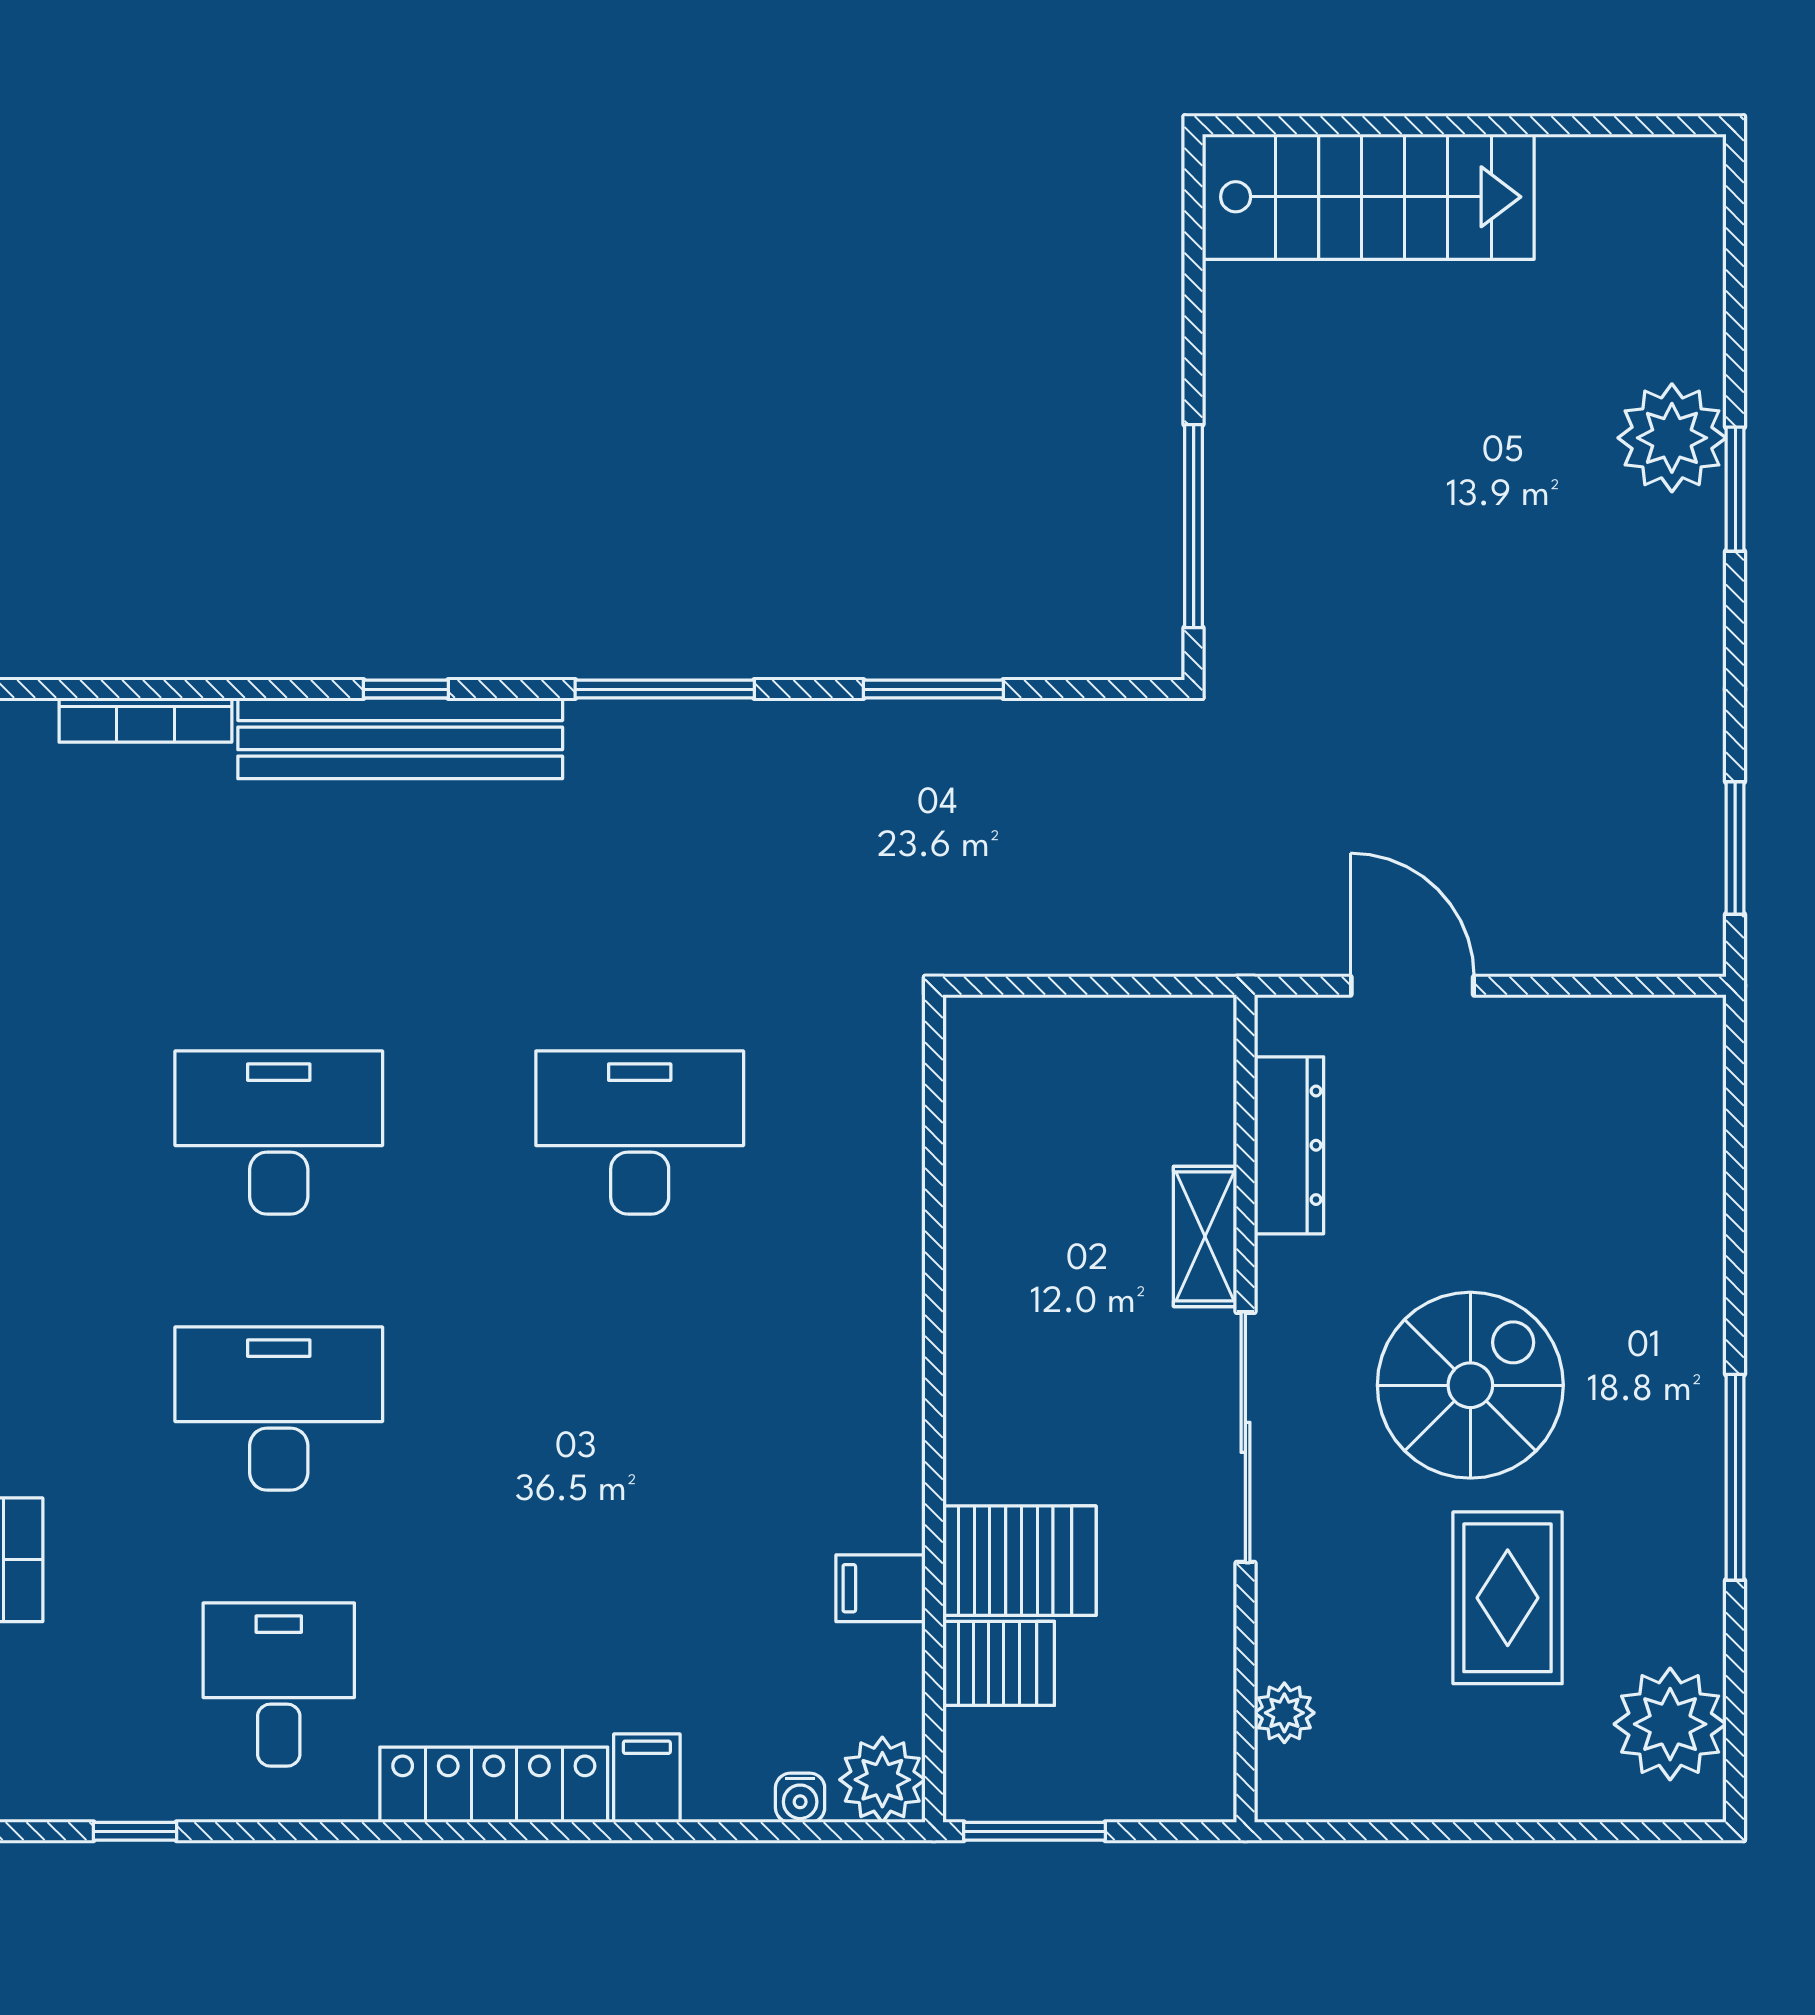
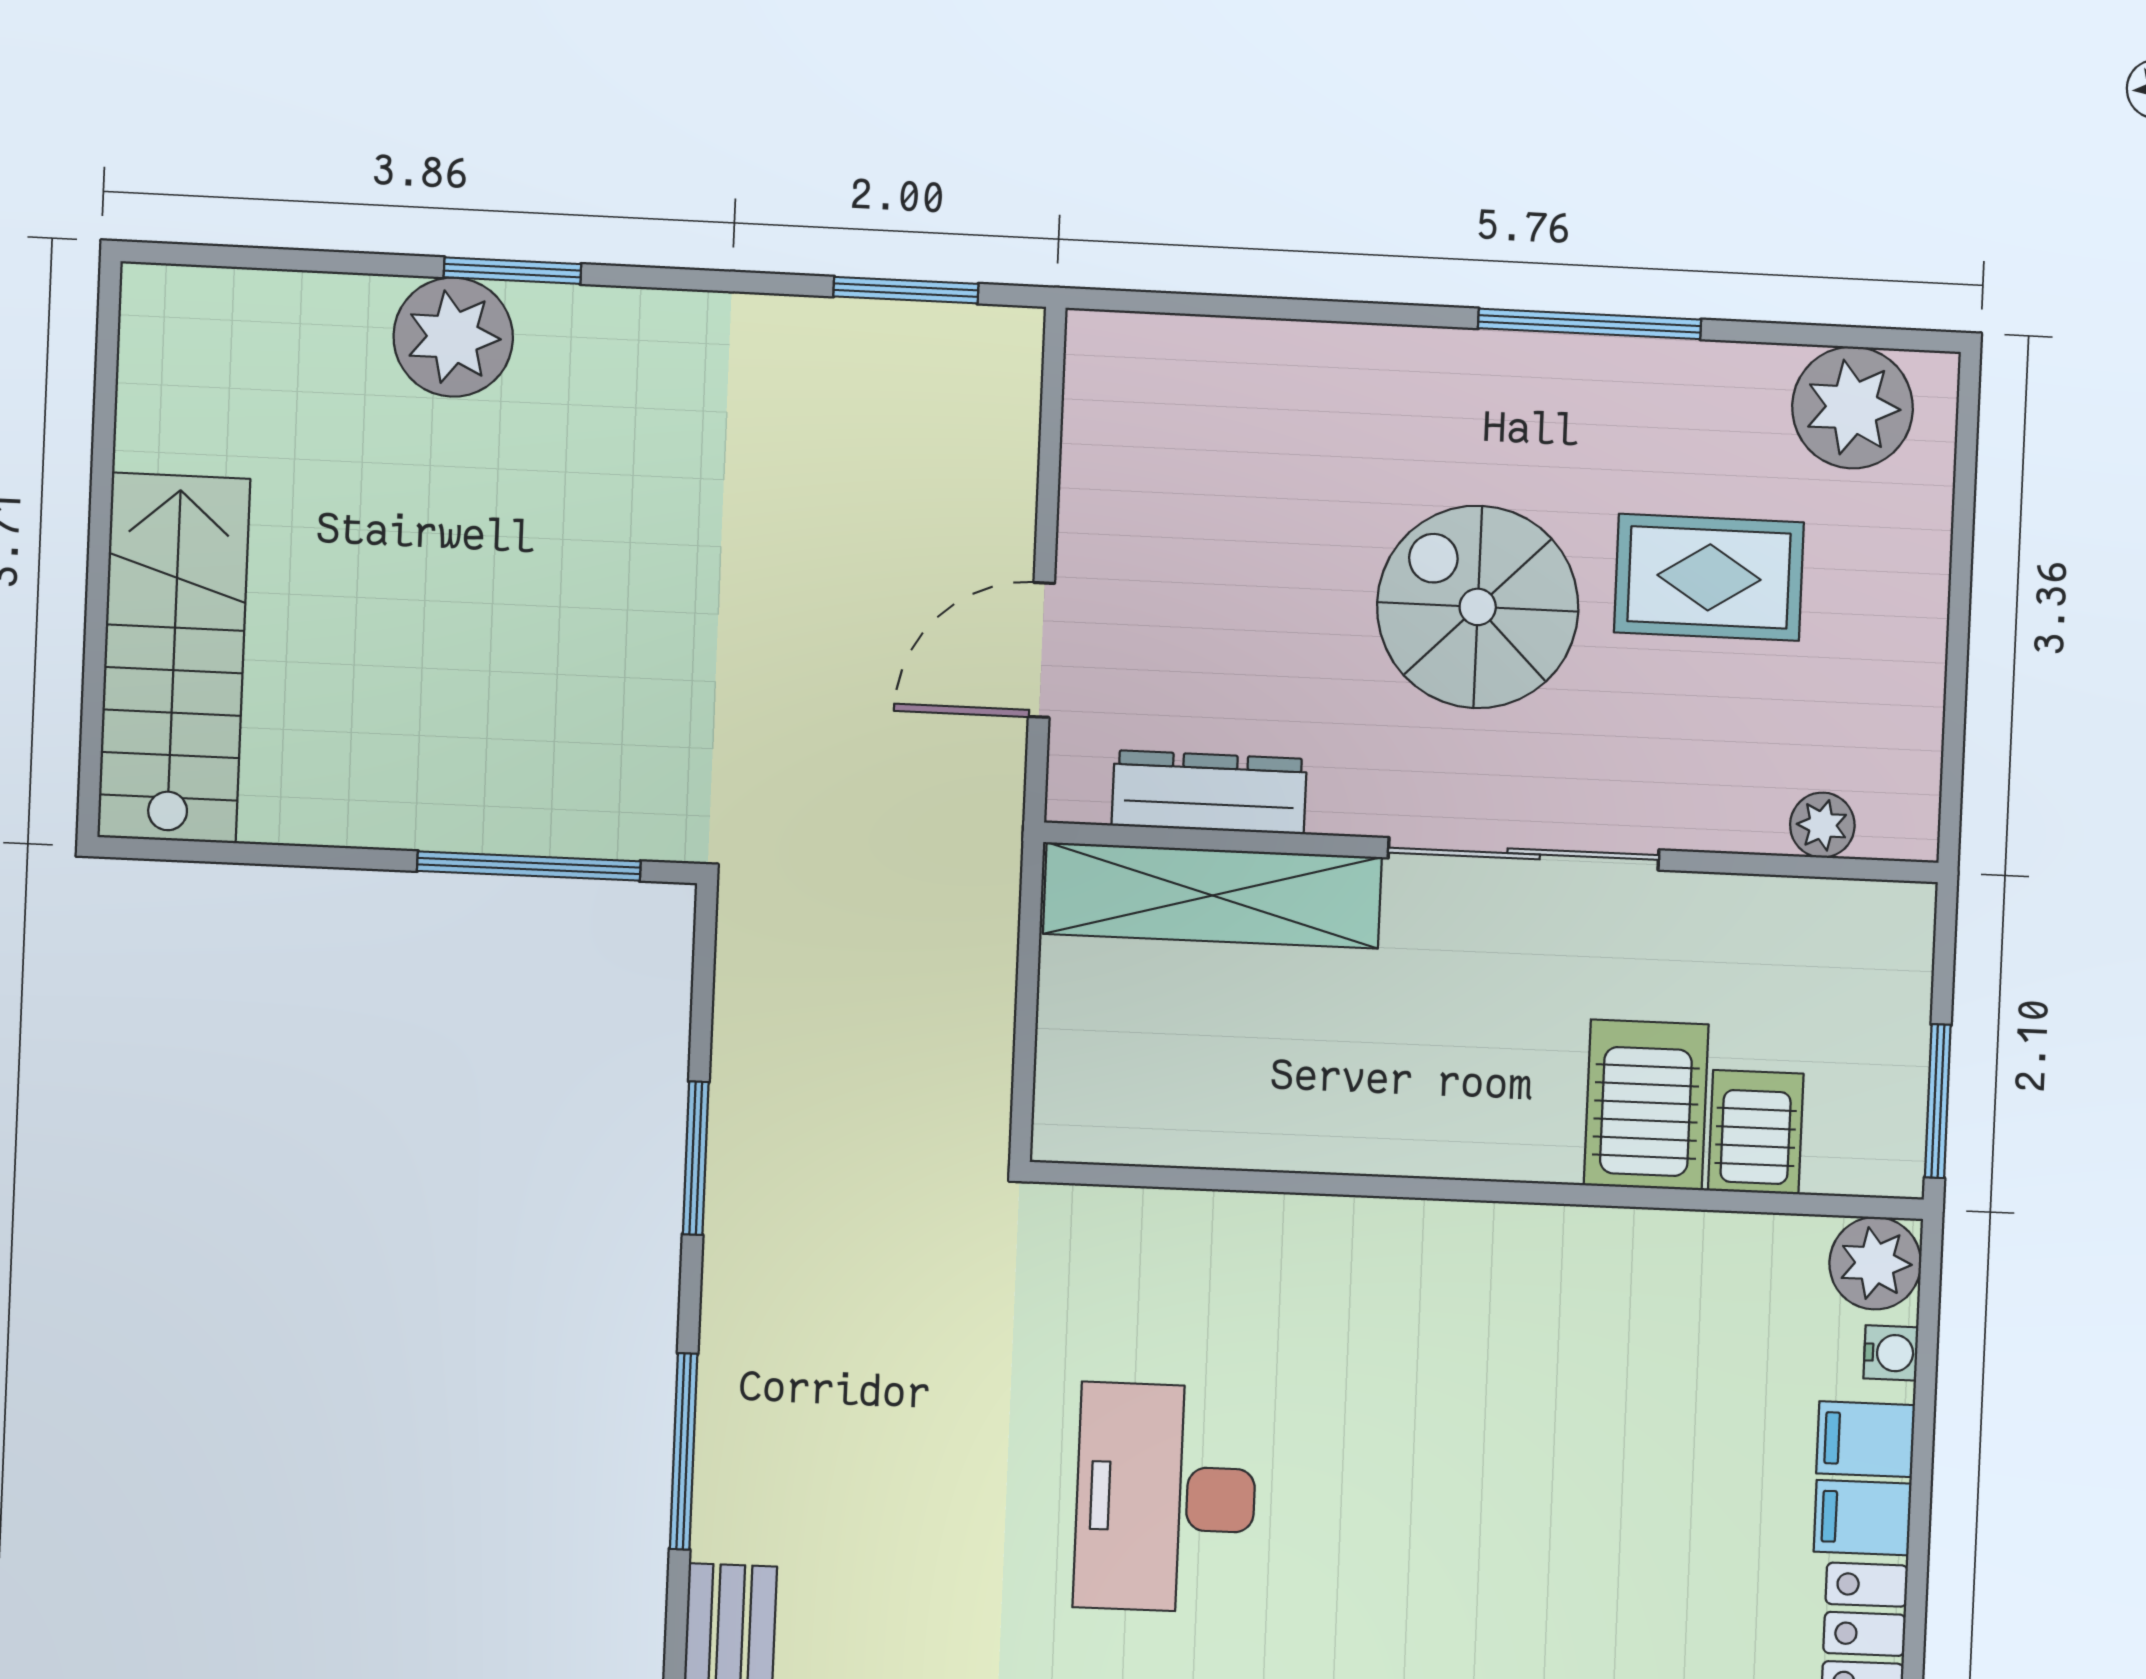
shelving: (1205, 1236) -> (1213, 895), width x2.20, depth x1.33
filing cabinet: (880, 1588) -> (1866, 1439), moved, turned 90

